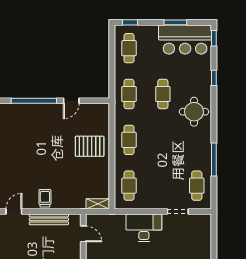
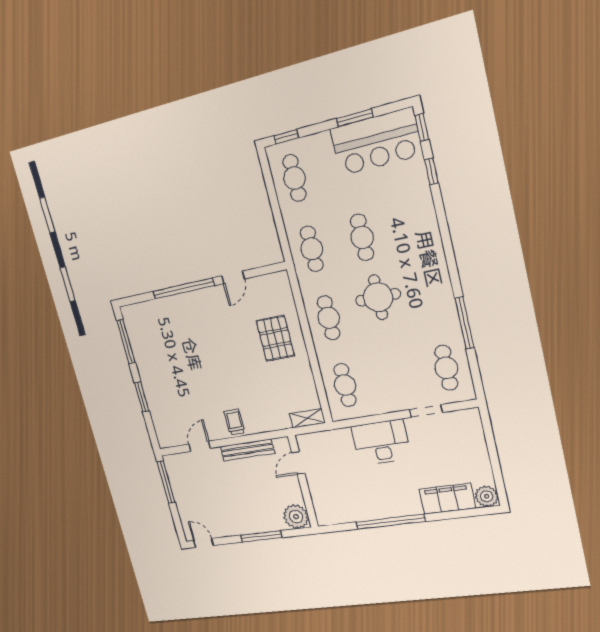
window: (214, 78) -> (431, 171), moved
round table: (194, 112) -> (378, 297), moved
pallet: (90, 146) -> (275, 338), turned 90
door: (83, 234) -> (298, 463), swing flipped

